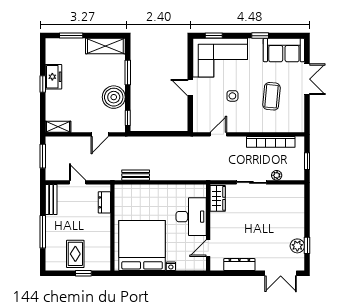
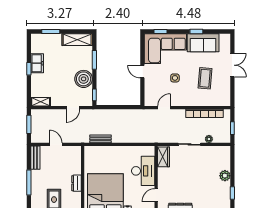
sofa: (284, 50) -> (203, 43), moved
dresser: (104, 202) -> (76, 183), moved
plant: (297, 246) -> (225, 176), moved

